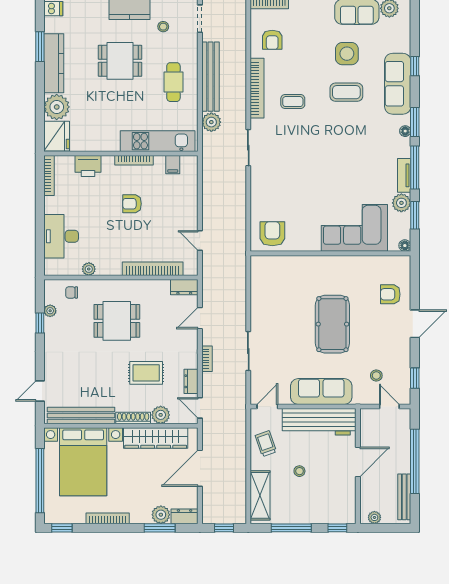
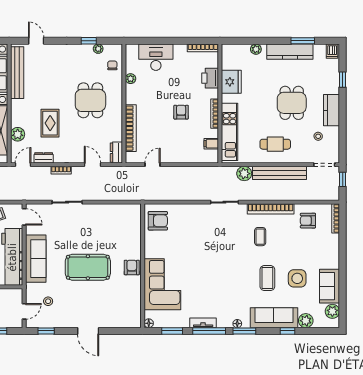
plant: (57, 107) -> (256, 49), width x0.53, depth x0.53
fridge: (57, 136) -> (231, 82), moved, turned -90
plant: (401, 203) -> (306, 321), moved
armchair: (390, 294) -> (132, 268), moved
shoe rack: (133, 418) -> (15, 113), removed

